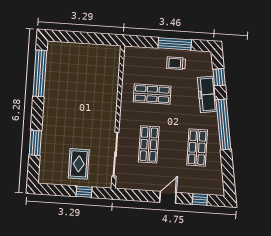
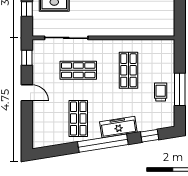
freezer: (207, 94) -> (118, 127), moved
shop shelf: (197, 148) -> (78, 118), turned 90
window: (200, 199) -> (27, 58), moved

